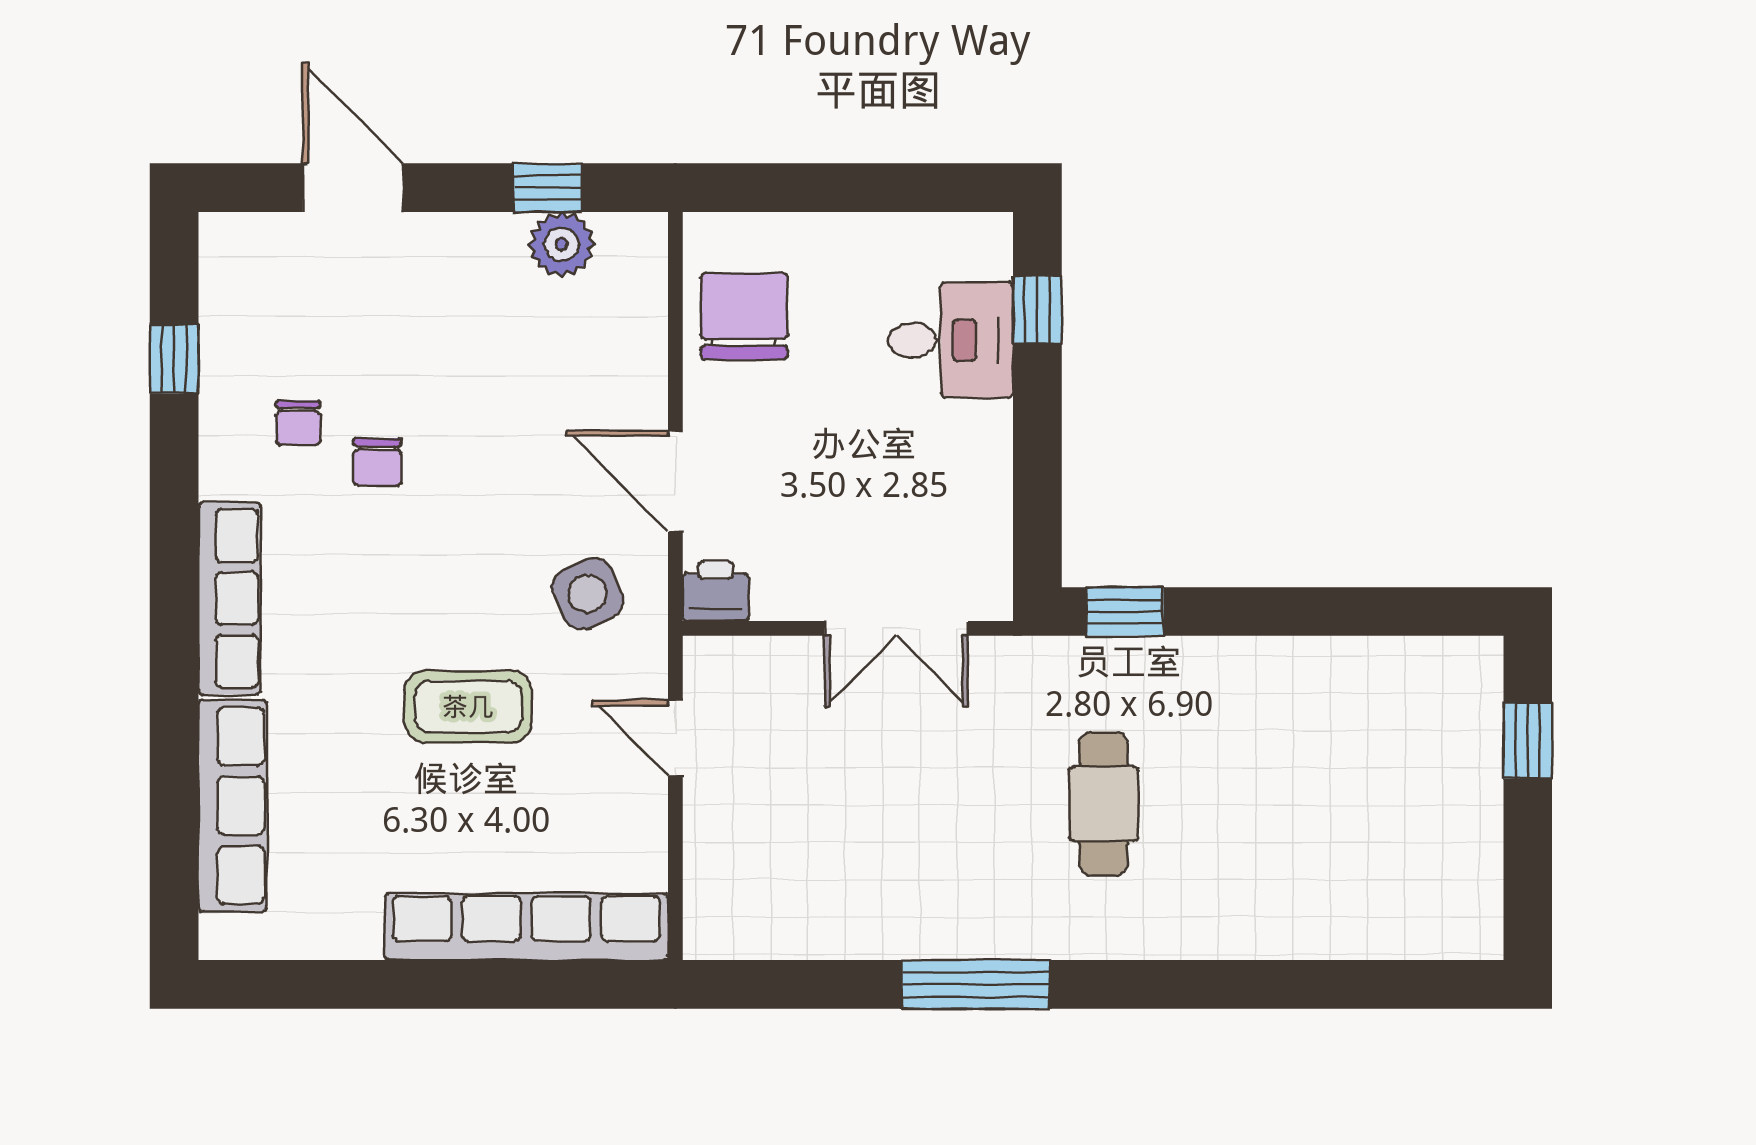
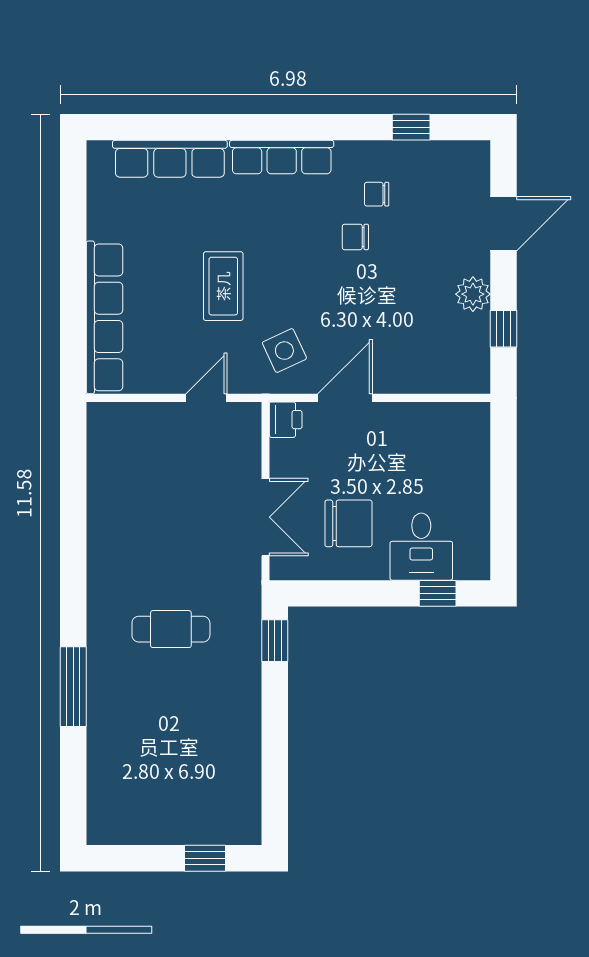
plant: (562, 244) -> (473, 294), moved
chair: (744, 316) -> (348, 523), moved
double door: (896, 628) -> (266, 517), swing flipped
window: (976, 984) -> (73, 687), moved

